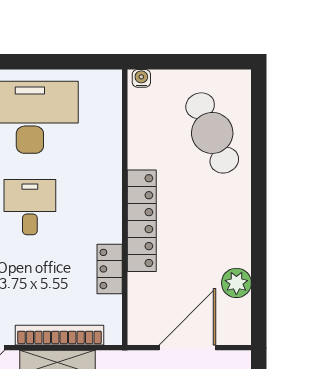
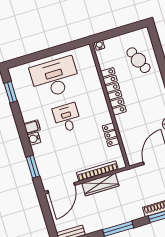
cafe table: (212, 133) -> (138, 60), width x0.73, depth x0.74
locker: (142, 221) -> (113, 91), moved

